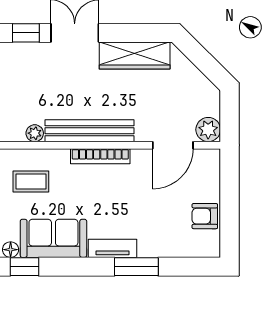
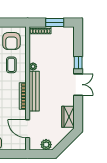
wardrobe: (135, 56) -> (68, 117), width x0.67
plant: (208, 130) -> (46, 145), moved

